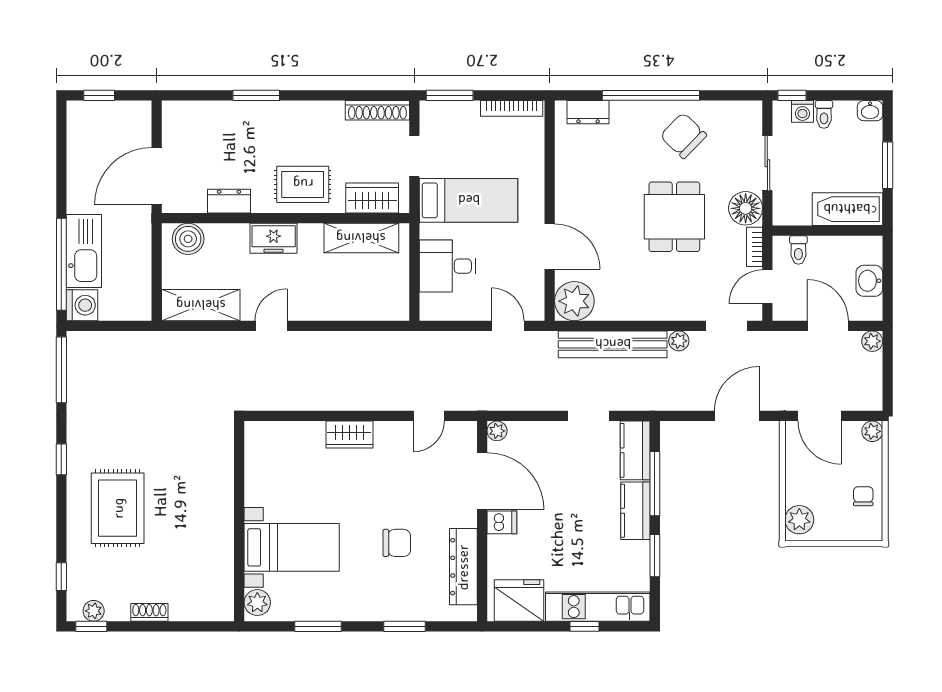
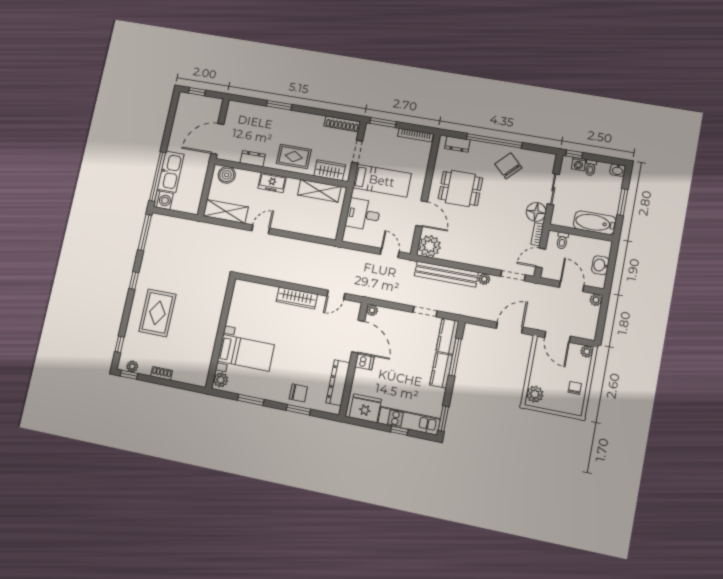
dining table: (674, 217) -> (460, 188), moved, turned 90
wardrobe: (349, 435) -> (297, 298), width x1.50
chair: (397, 543) -> (298, 393), moved
window: (655, 556) -> (443, 419), moved

